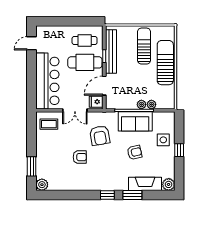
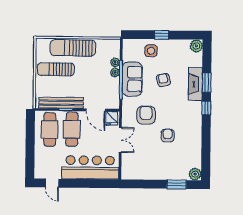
cafe table: (85, 40) -> (50, 129), width x1.37, depth x1.35
coffee table: (49, 124) -> (134, 166), removed
armchair: (100, 136) -> (146, 115), turned -80
fireplace: (145, 184) -> (195, 84), moved

